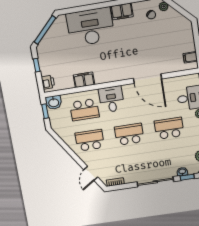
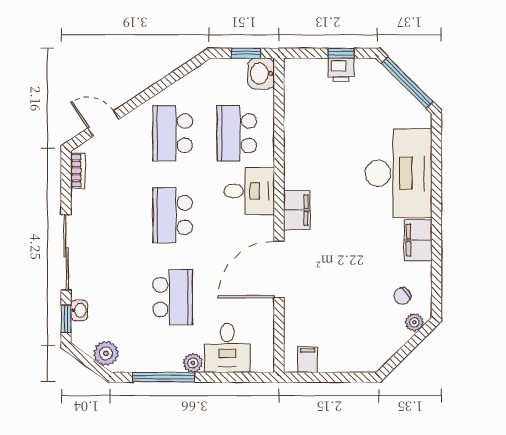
filing cabinet: (84, 80) -> (297, 210), moved
printer: (48, 82) -> (341, 70), moved
school desk: (129, 134) -> (173, 215), turned 180
school desk: (90, 140) -> (173, 133), turned 180

